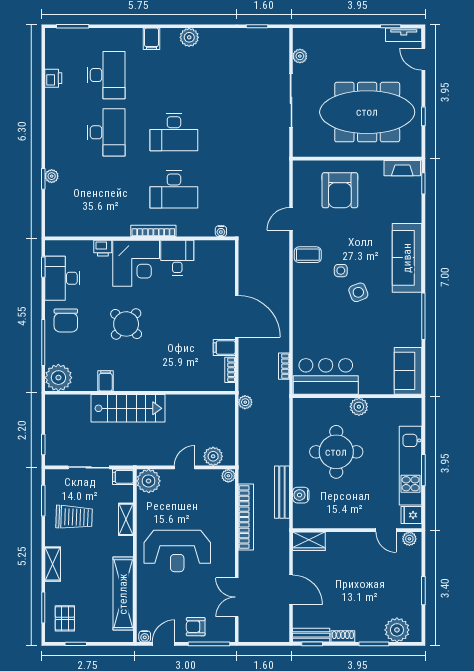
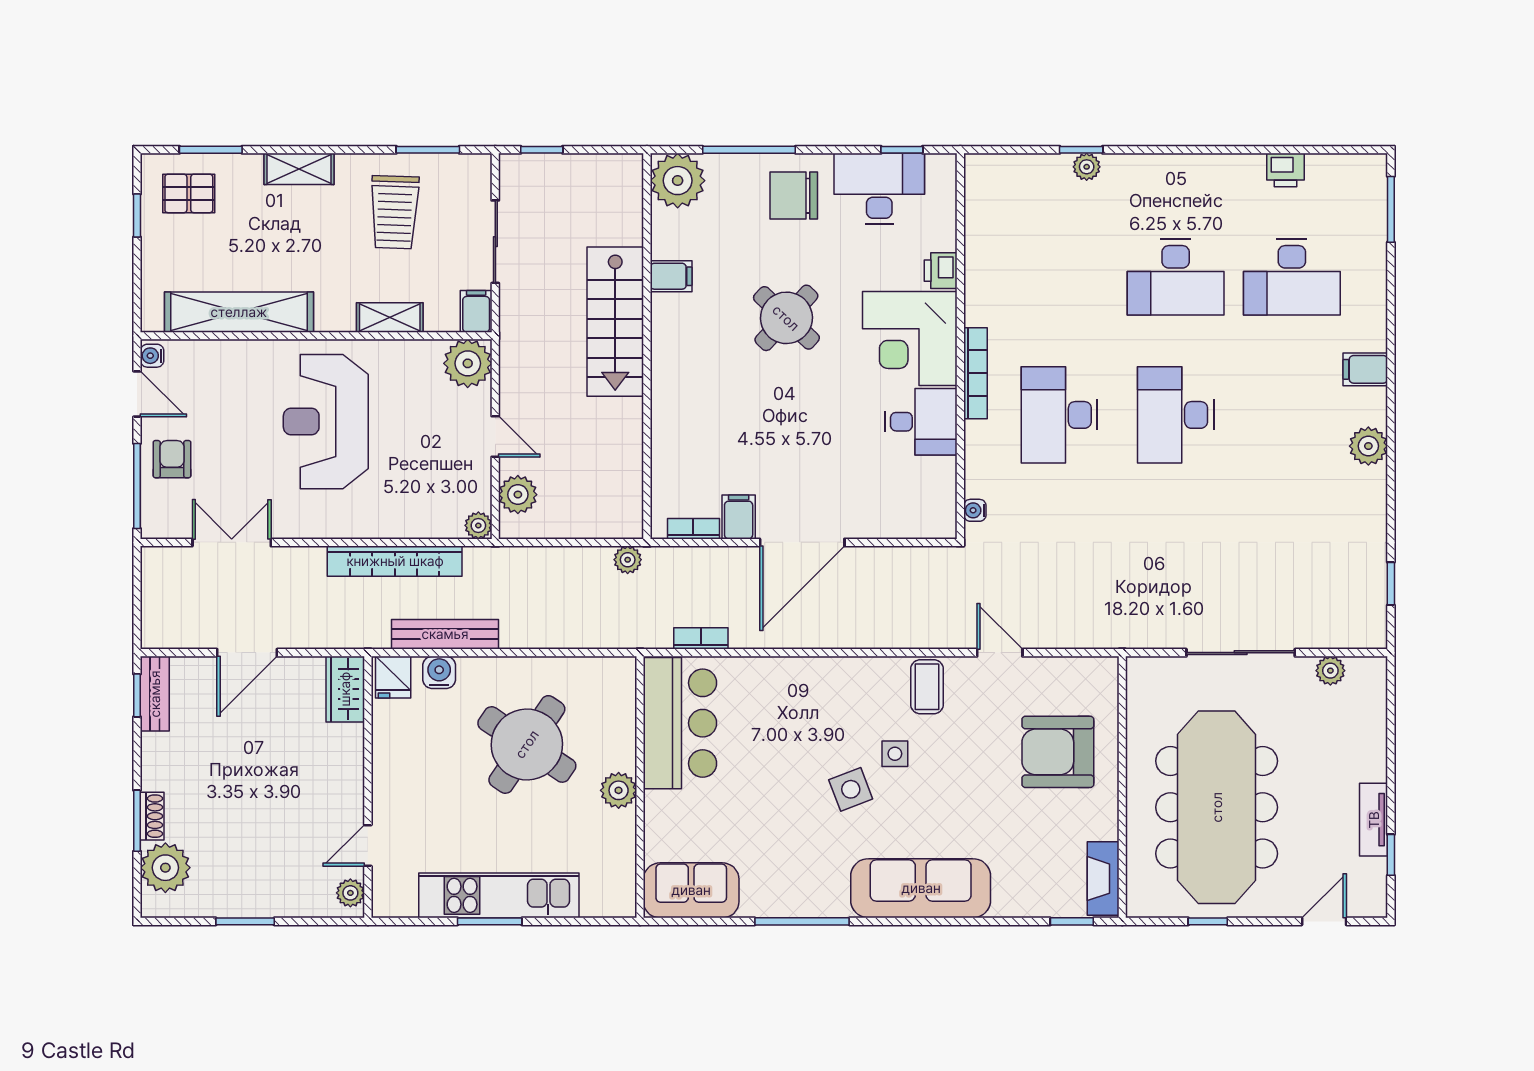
tv unit: (404, 35) -> (1374, 820), moved
round table: (336, 452) -> (527, 744), turned 34
fridge: (411, 515) -> (393, 677), moved, turned 180
shoe rack: (343, 636) -> (152, 816), moved

